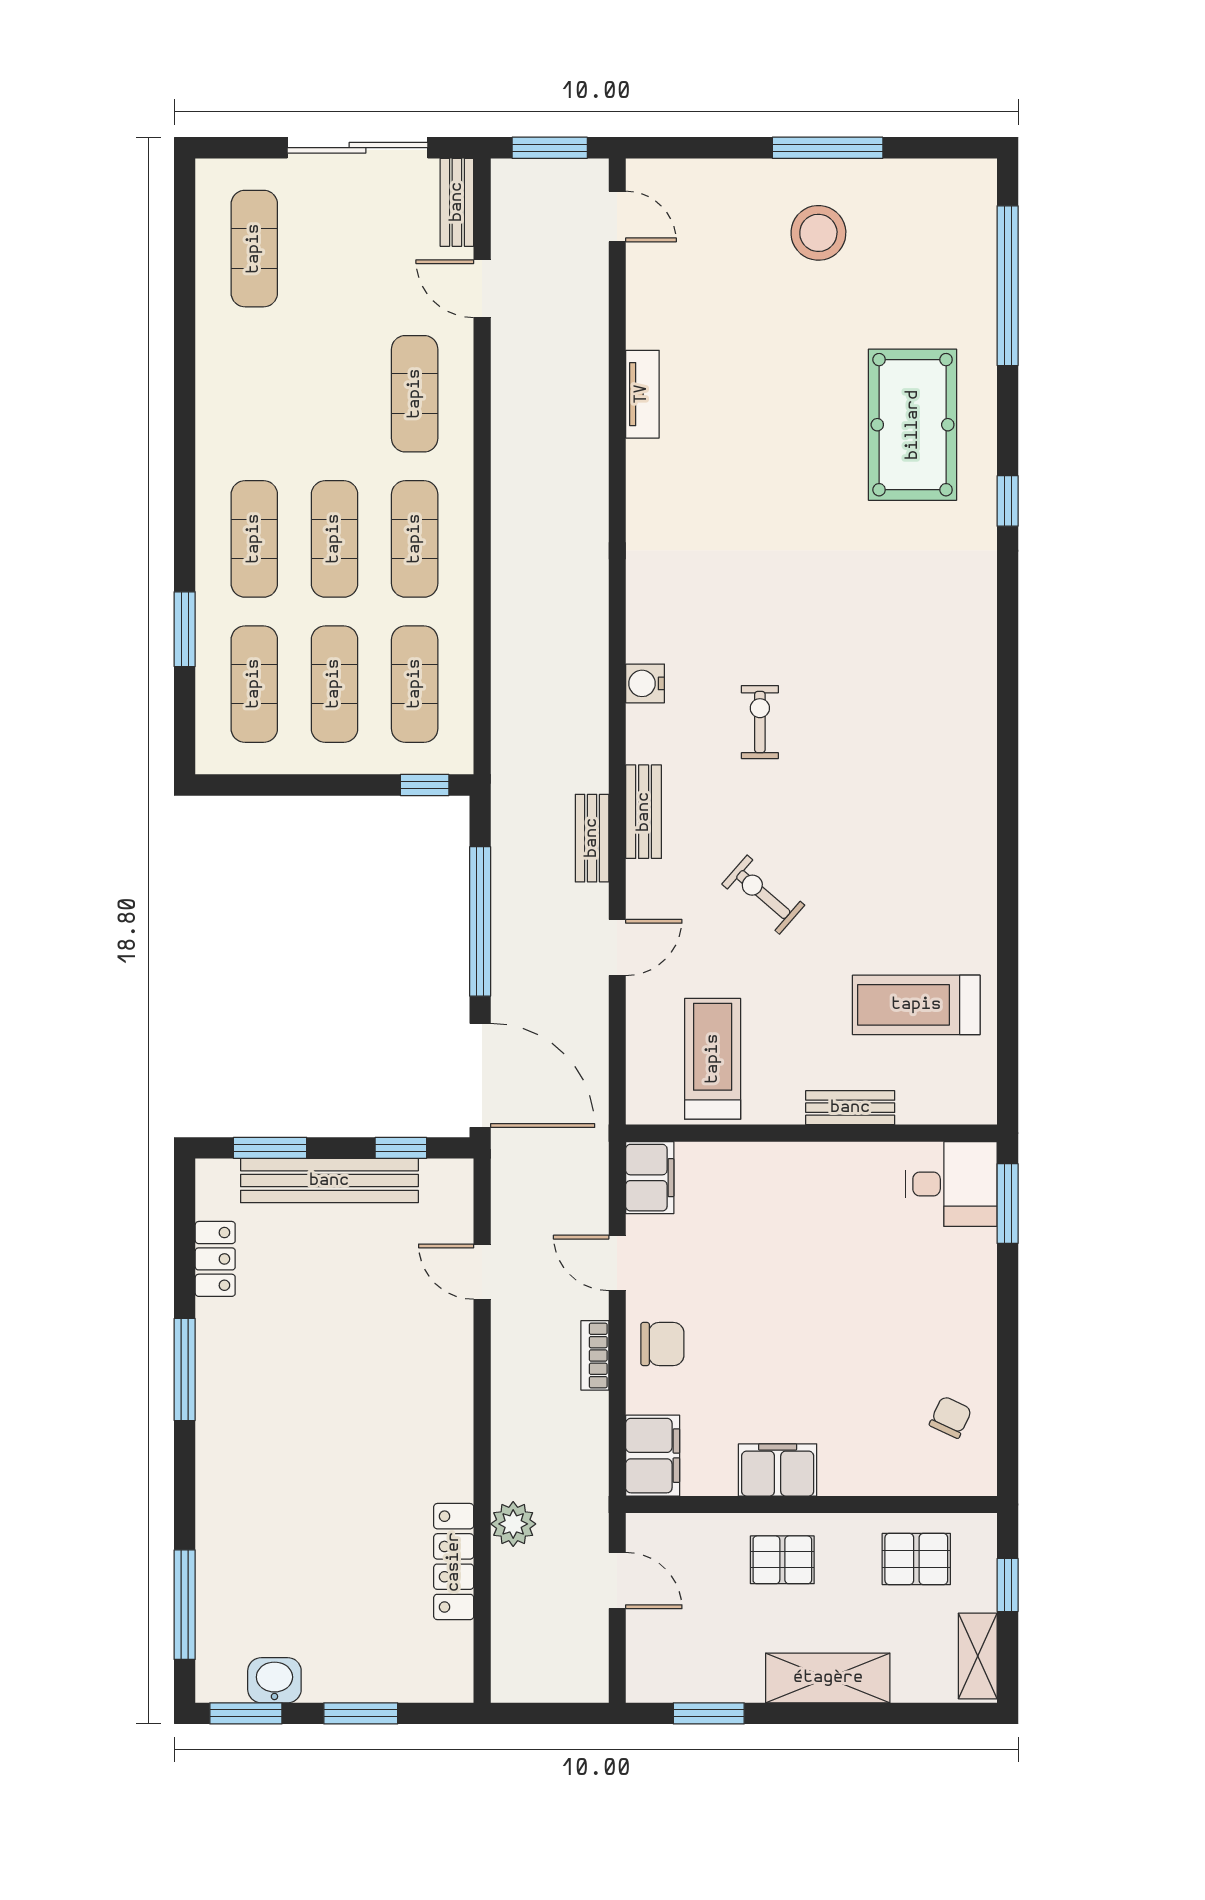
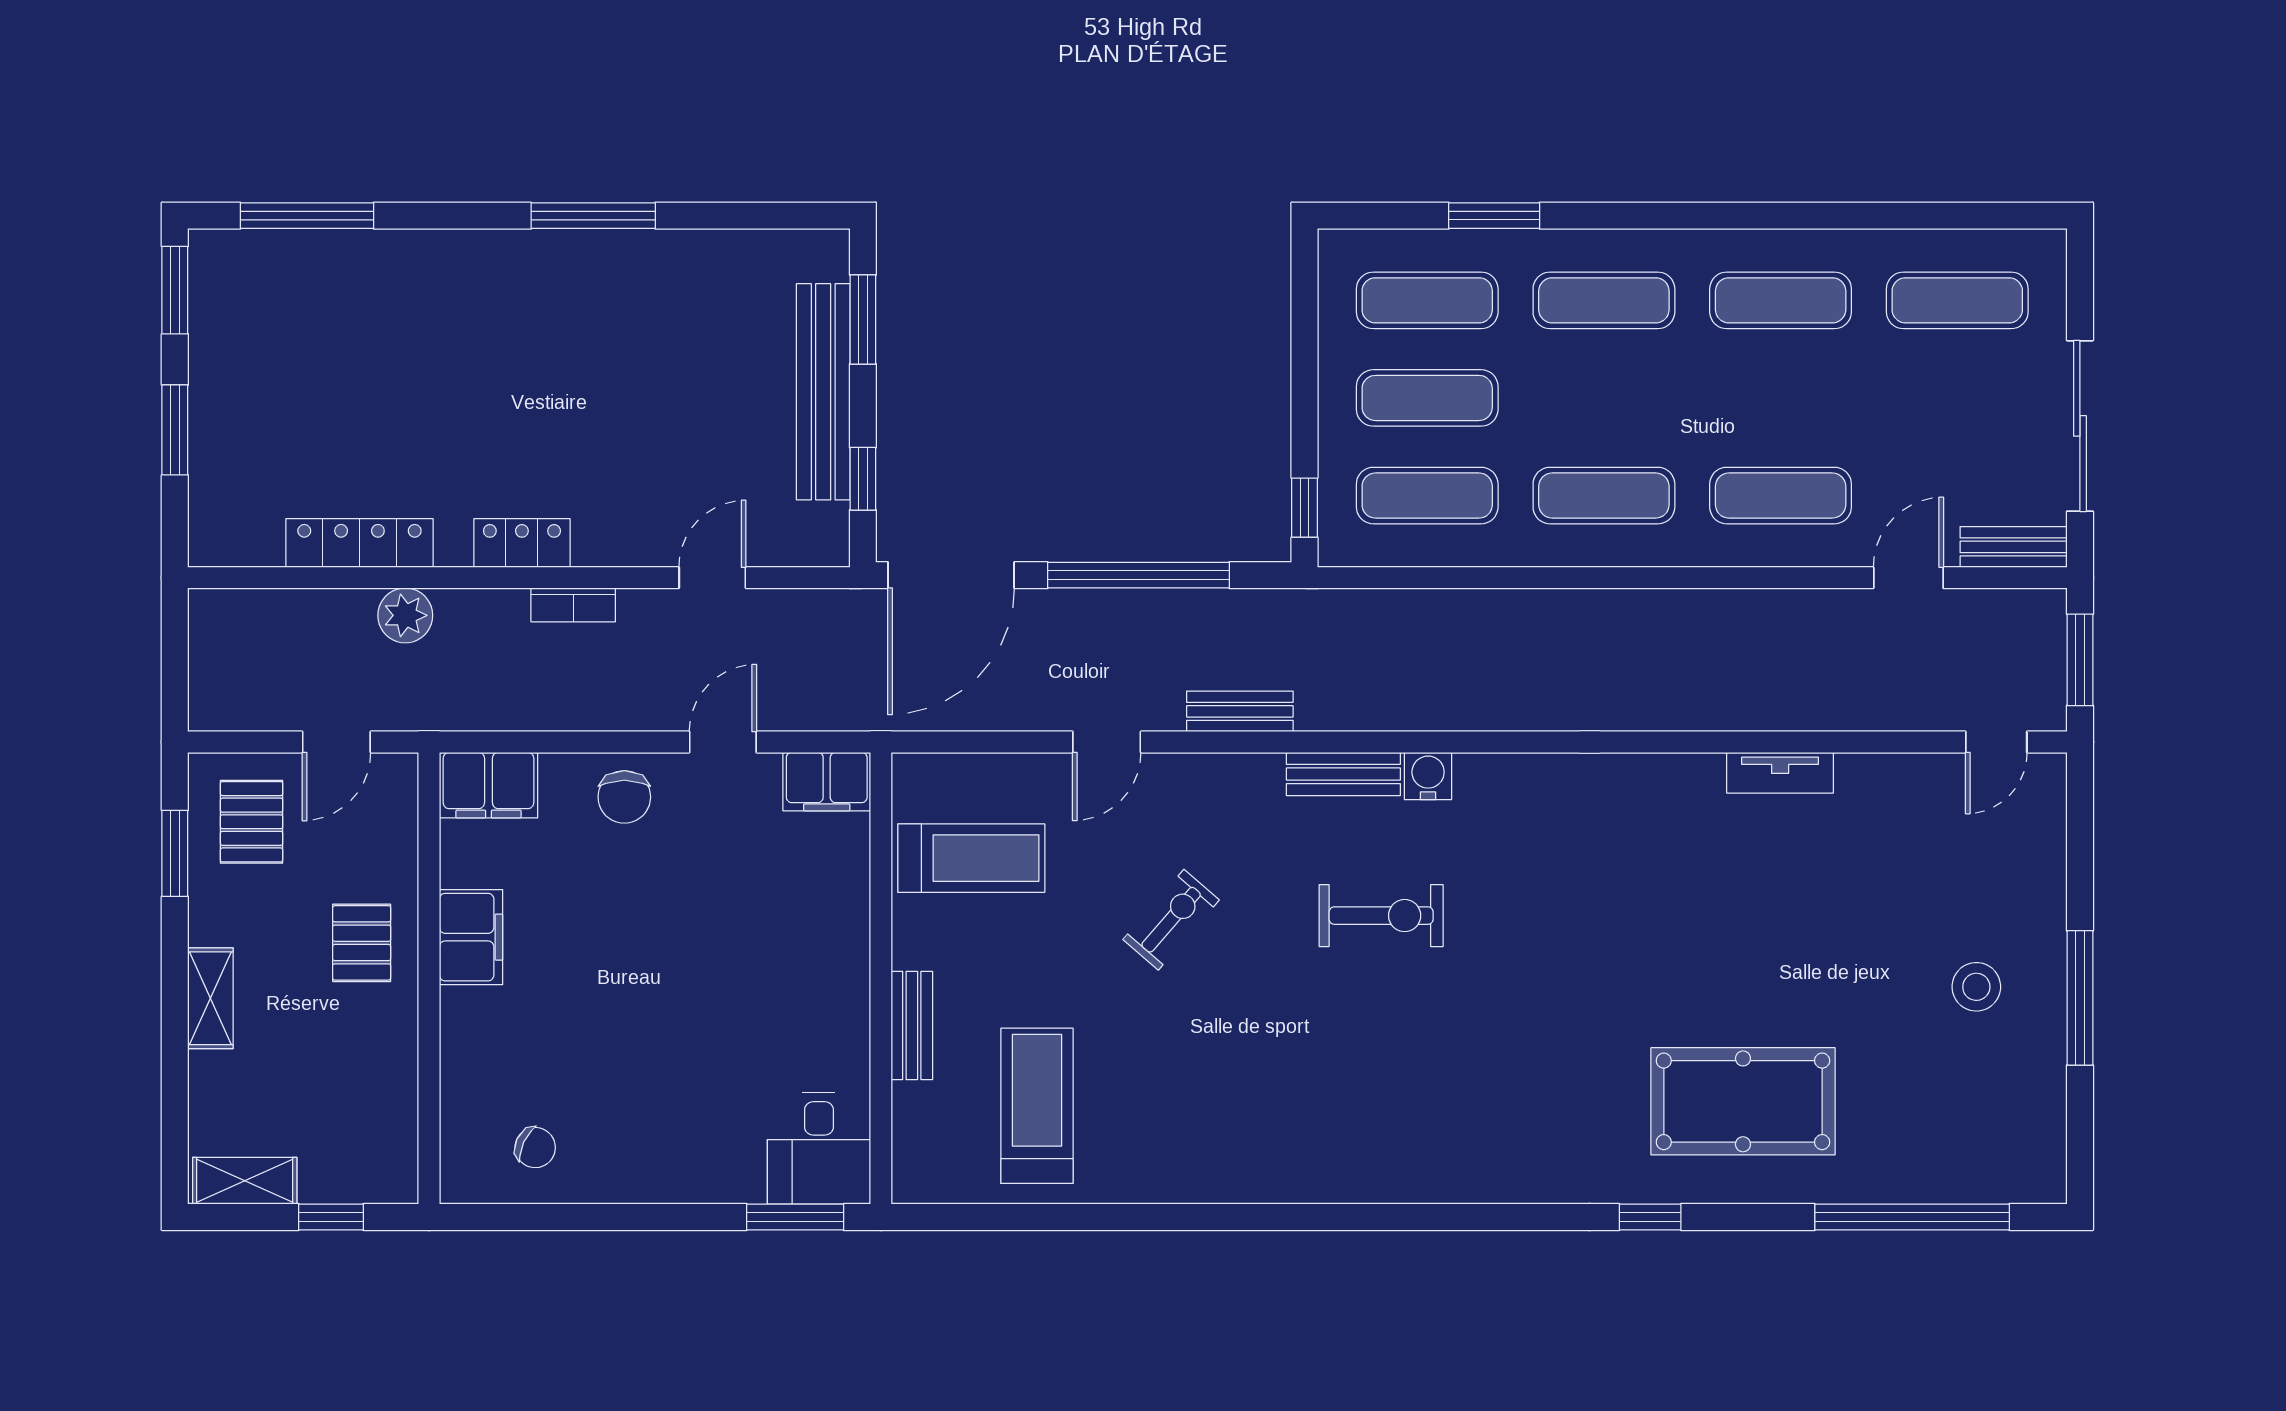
stool: (818, 233) -> (1976, 987), width x0.73, depth x0.73
exercise mat: (334, 539) -> (1781, 300), moved
exercise bike: (760, 722) -> (1381, 916), width x1.38, depth x1.39
bench: (644, 812) -> (1343, 774), moved
door: (617, 948) -> (1107, 742), hinge flipped
locker: (215, 1259) -> (522, 543), moved, turned 180
bookcase: (595, 1355) -> (573, 605), moved, turned 180
pallet: (916, 1559) -> (252, 822), moved
shelving: (828, 1678) -> (210, 998), width x0.67, depth x0.75
washbasin: (274, 1680) -> (215, 325), removed

